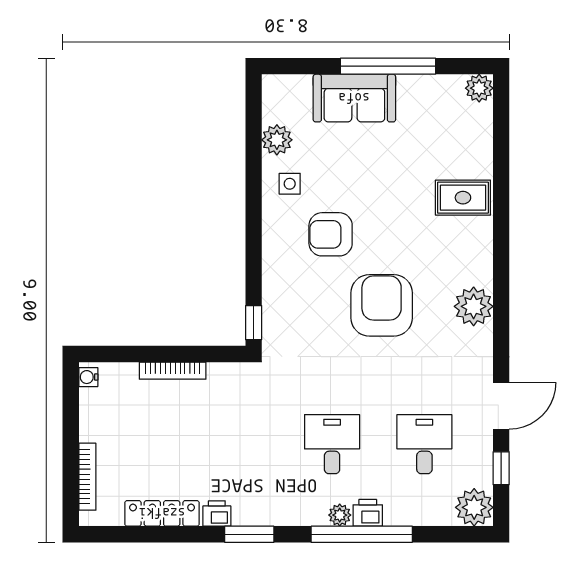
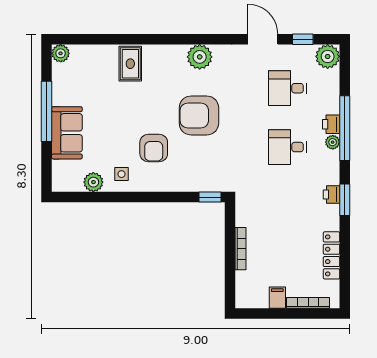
water cooler: (88, 377) -> (245, 302), removed
filing cabinet: (96, 428) -> (277, 298), added
printer: (217, 514) -> (332, 194), moved

